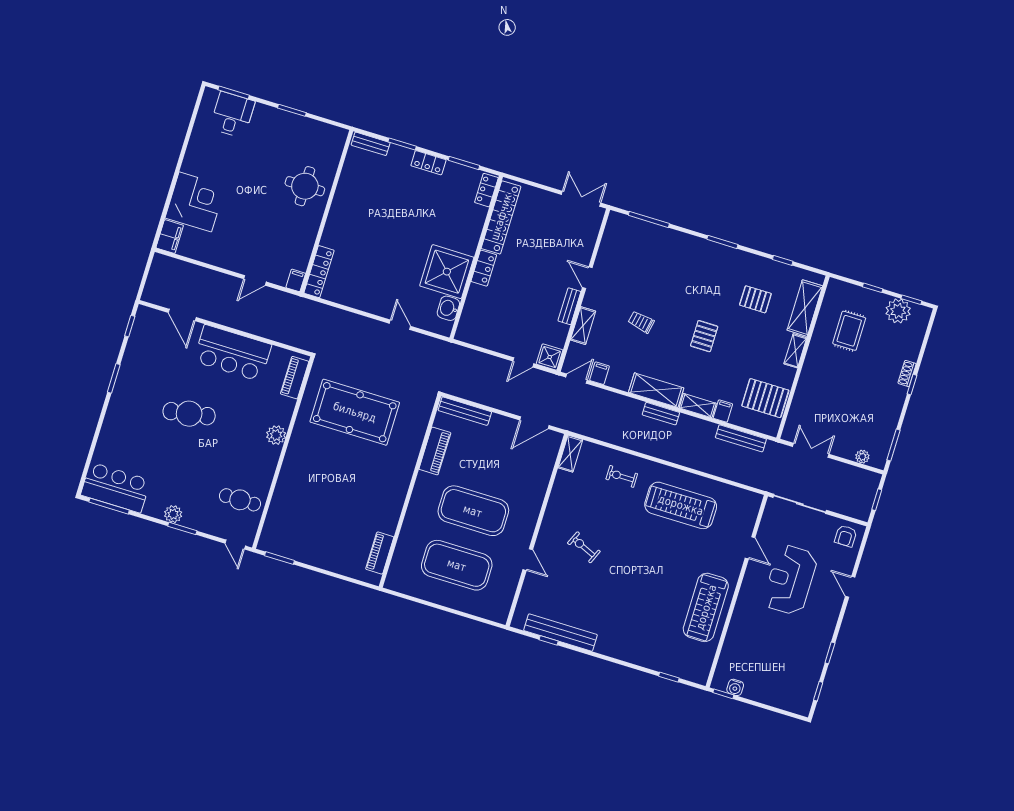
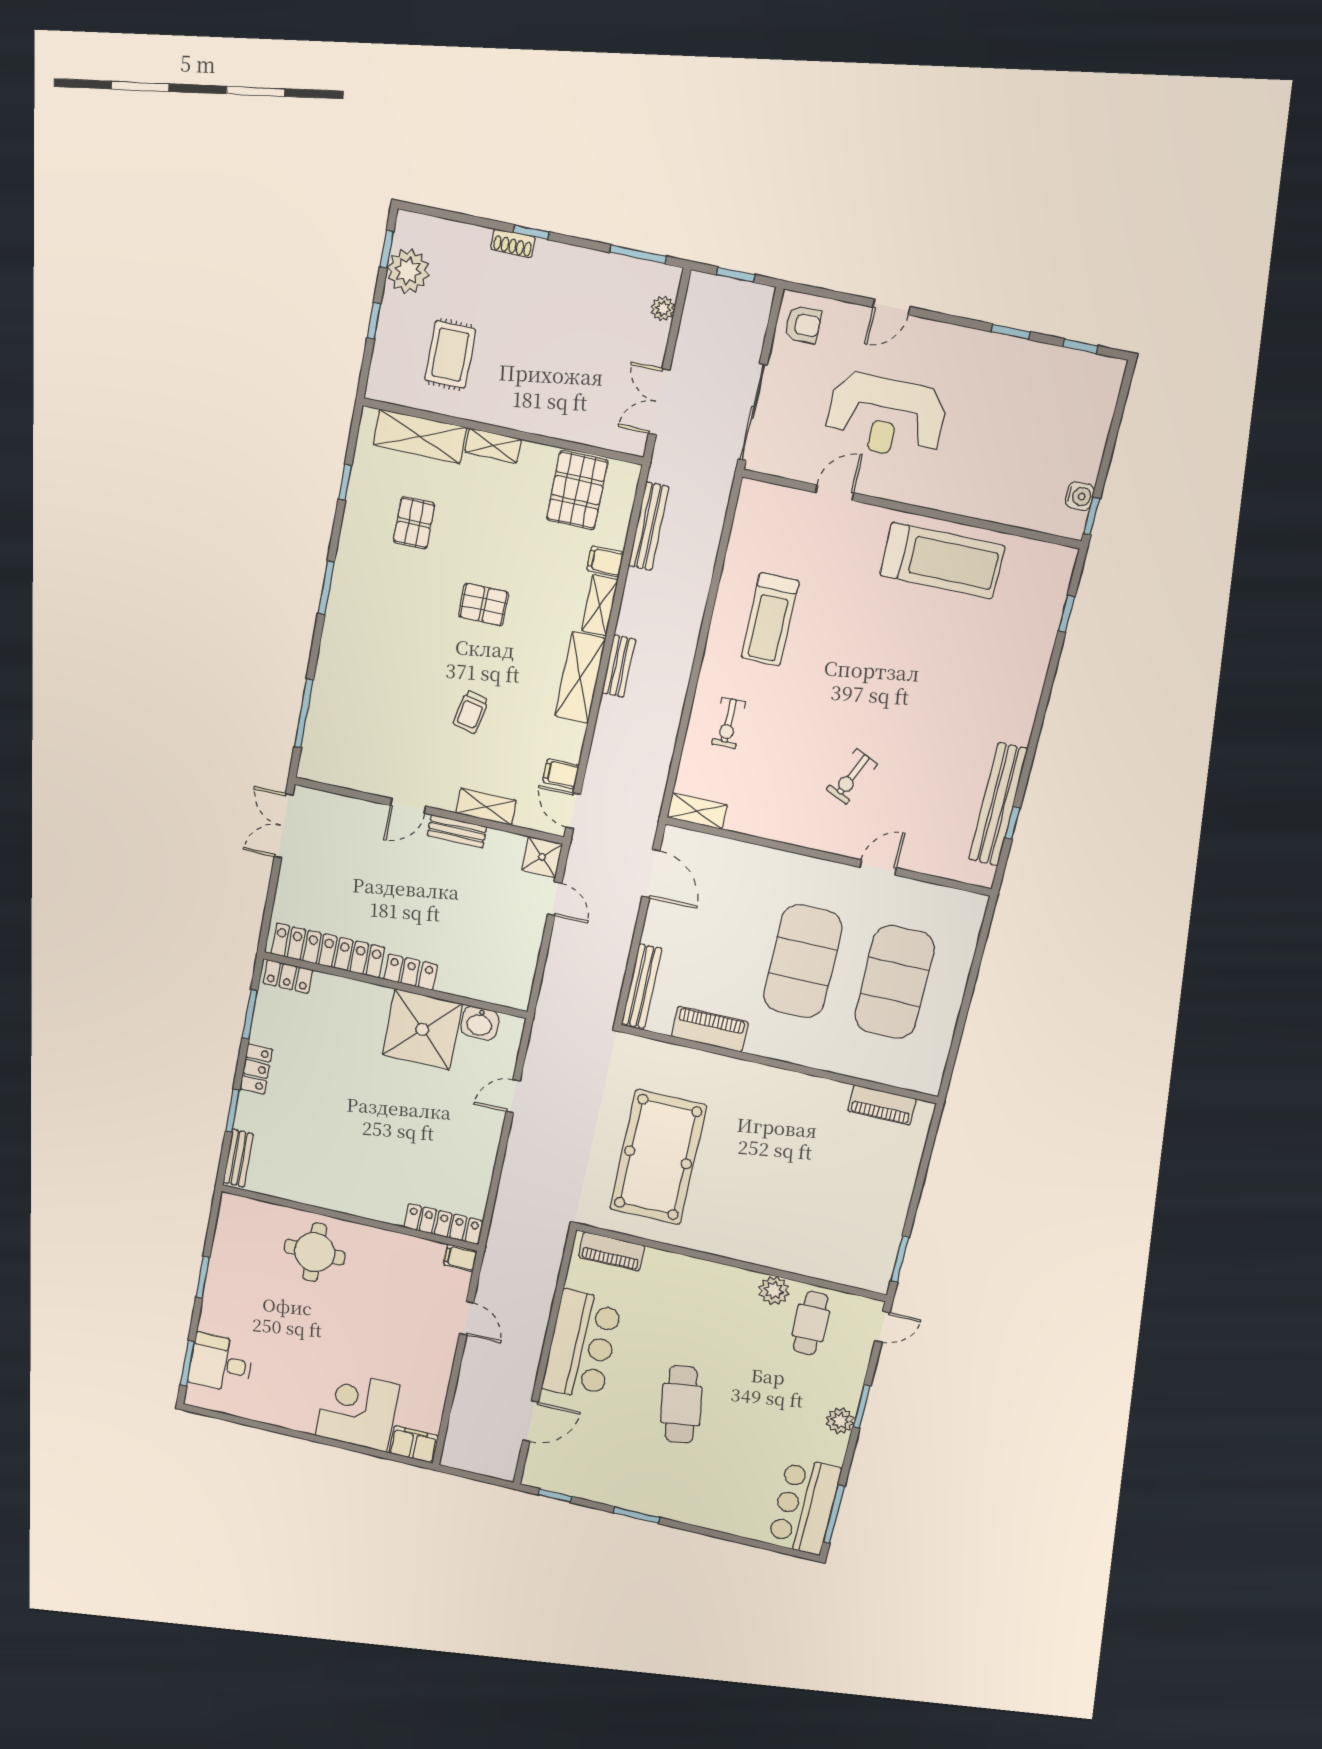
rug: (849, 331) -> (450, 355), turned 90
plant: (276, 435) -> (774, 1291), moved
treadmill: (681, 505) -> (770, 619), width x0.73, depth x0.73

